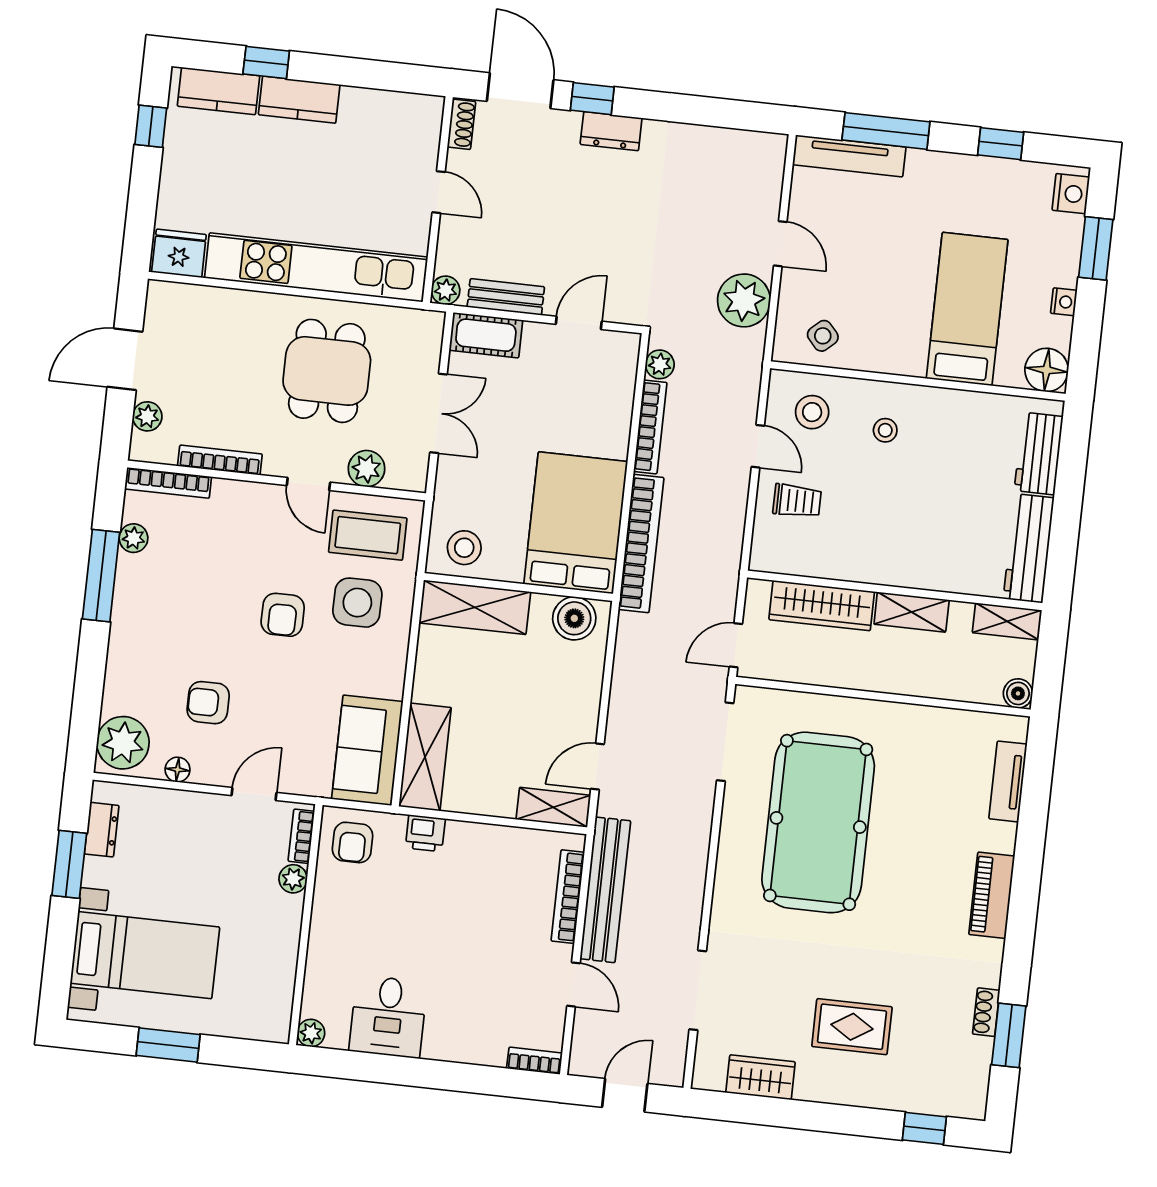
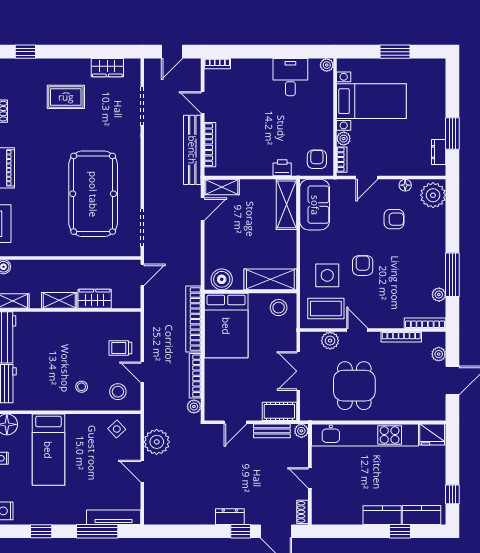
wardrobe: (822, 606) -> (95, 299), width x0.67
bed with nightstands: (145, 955) -> (371, 101), moved, turned 180

